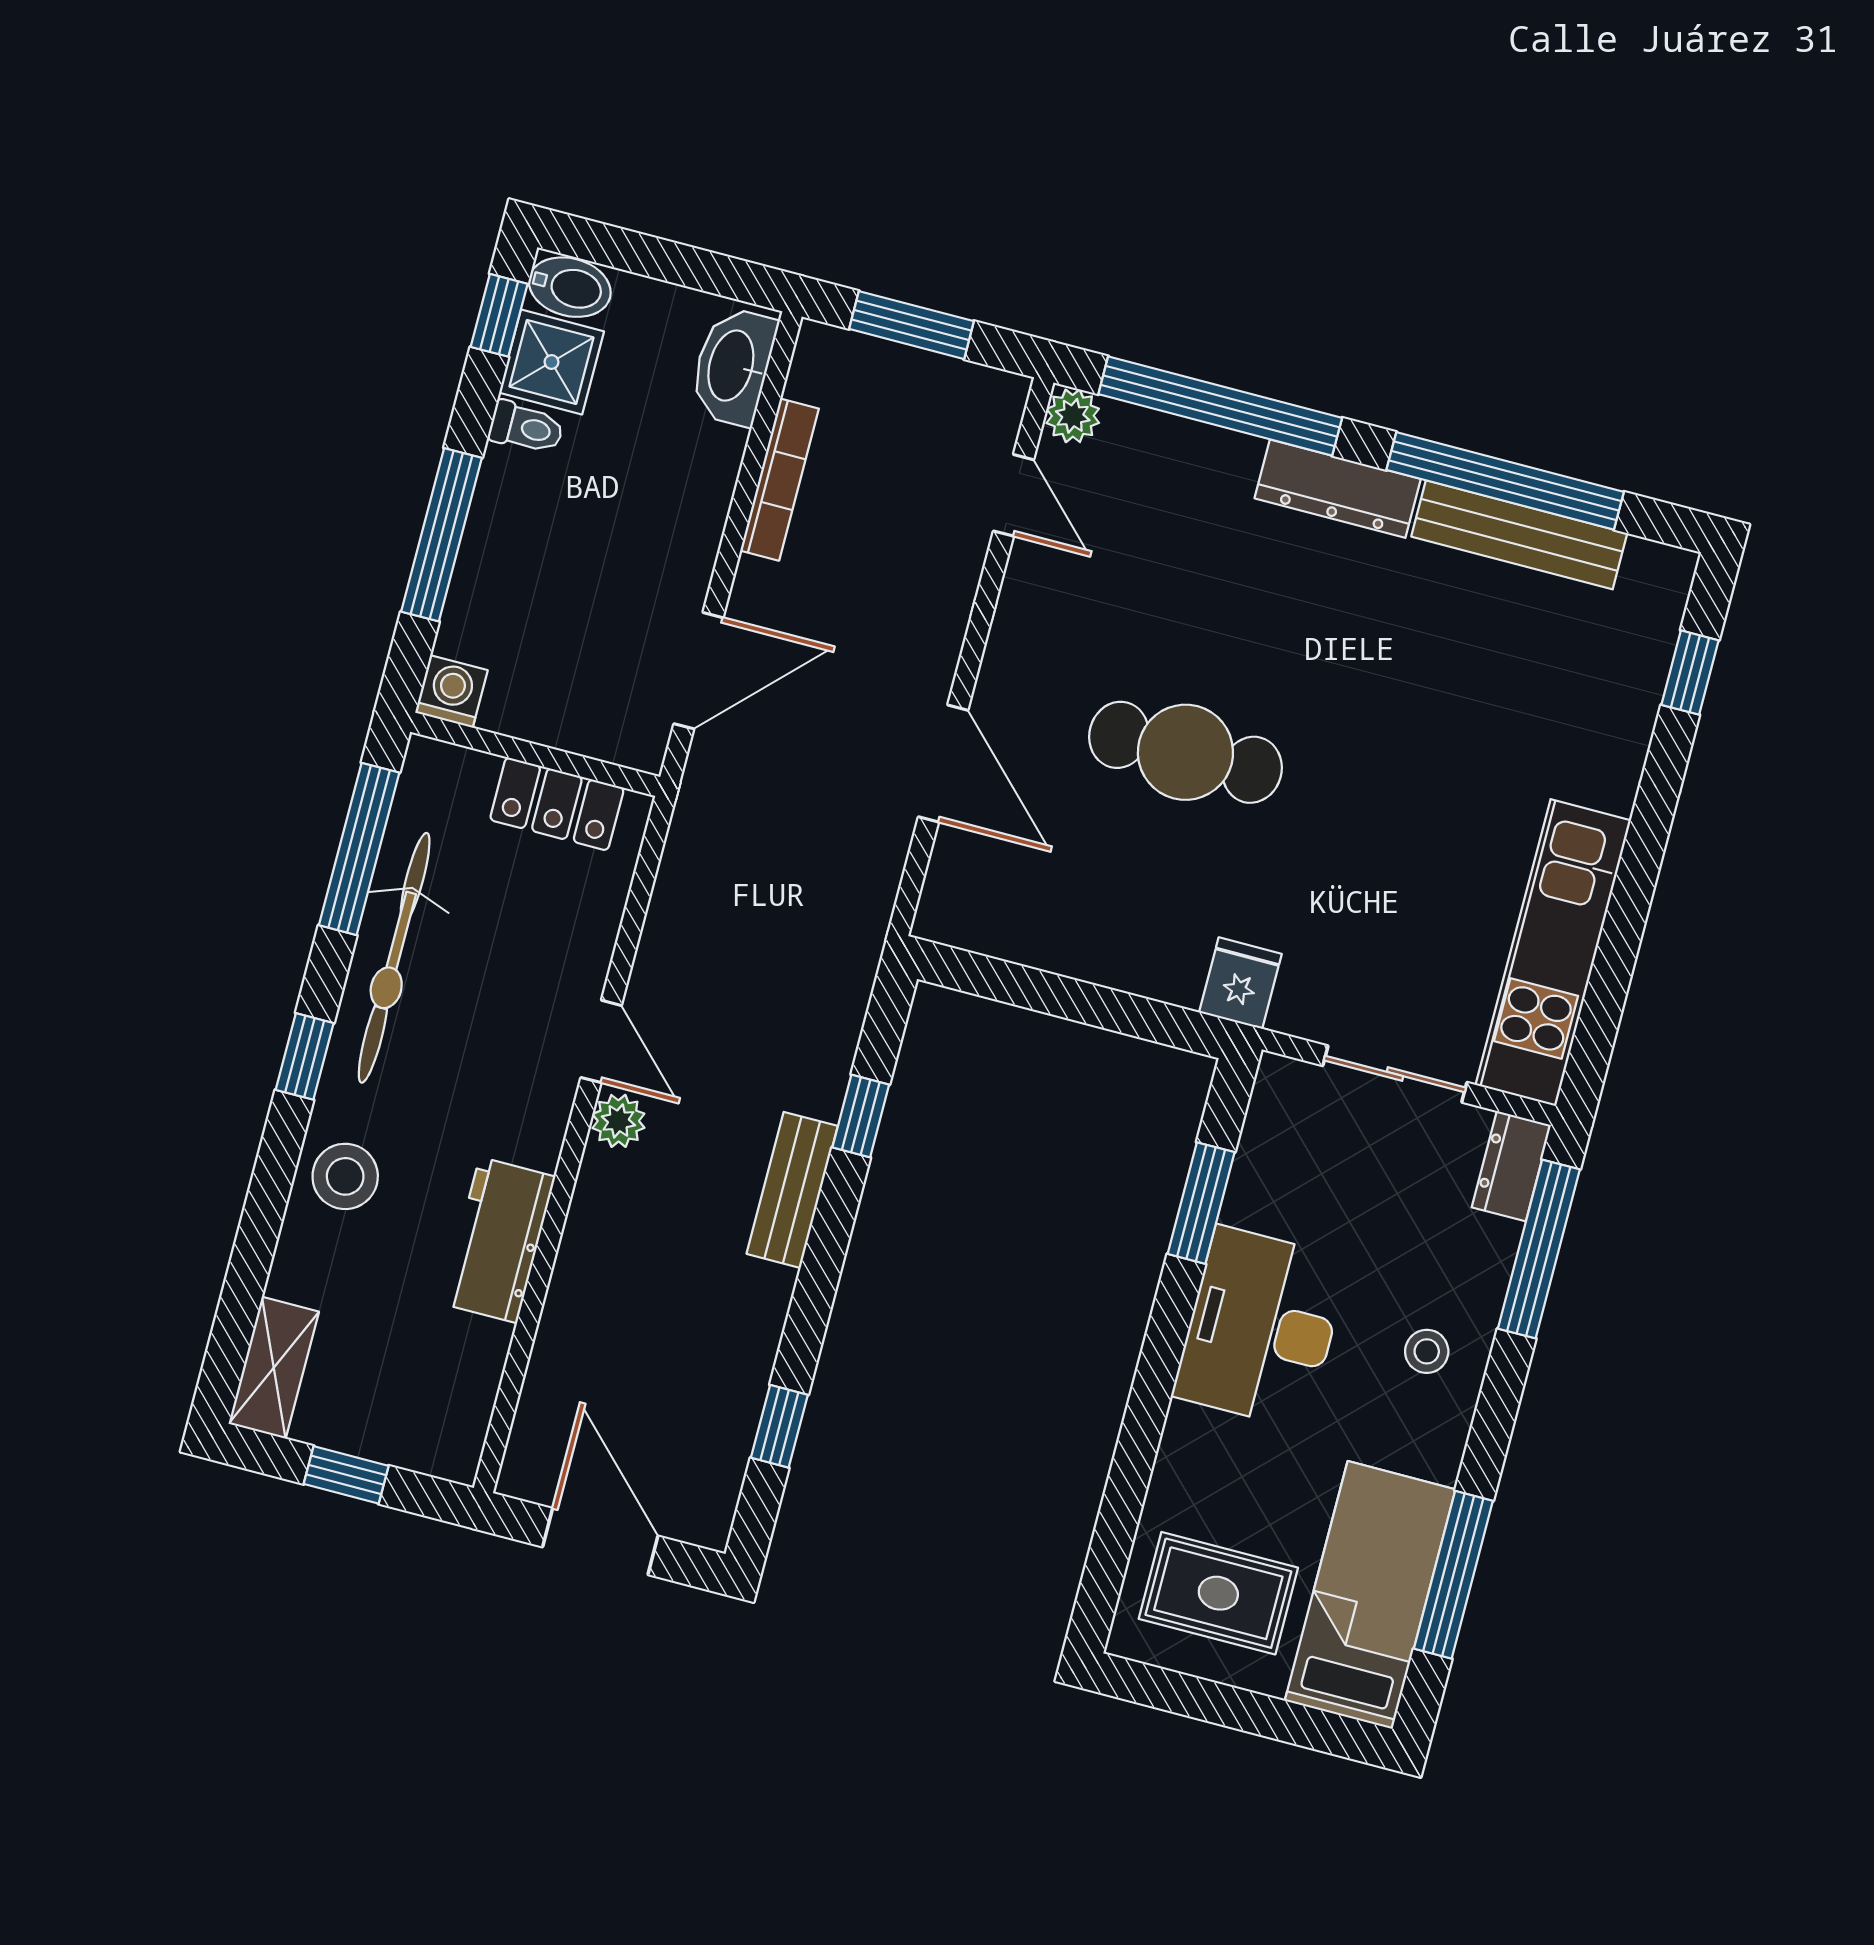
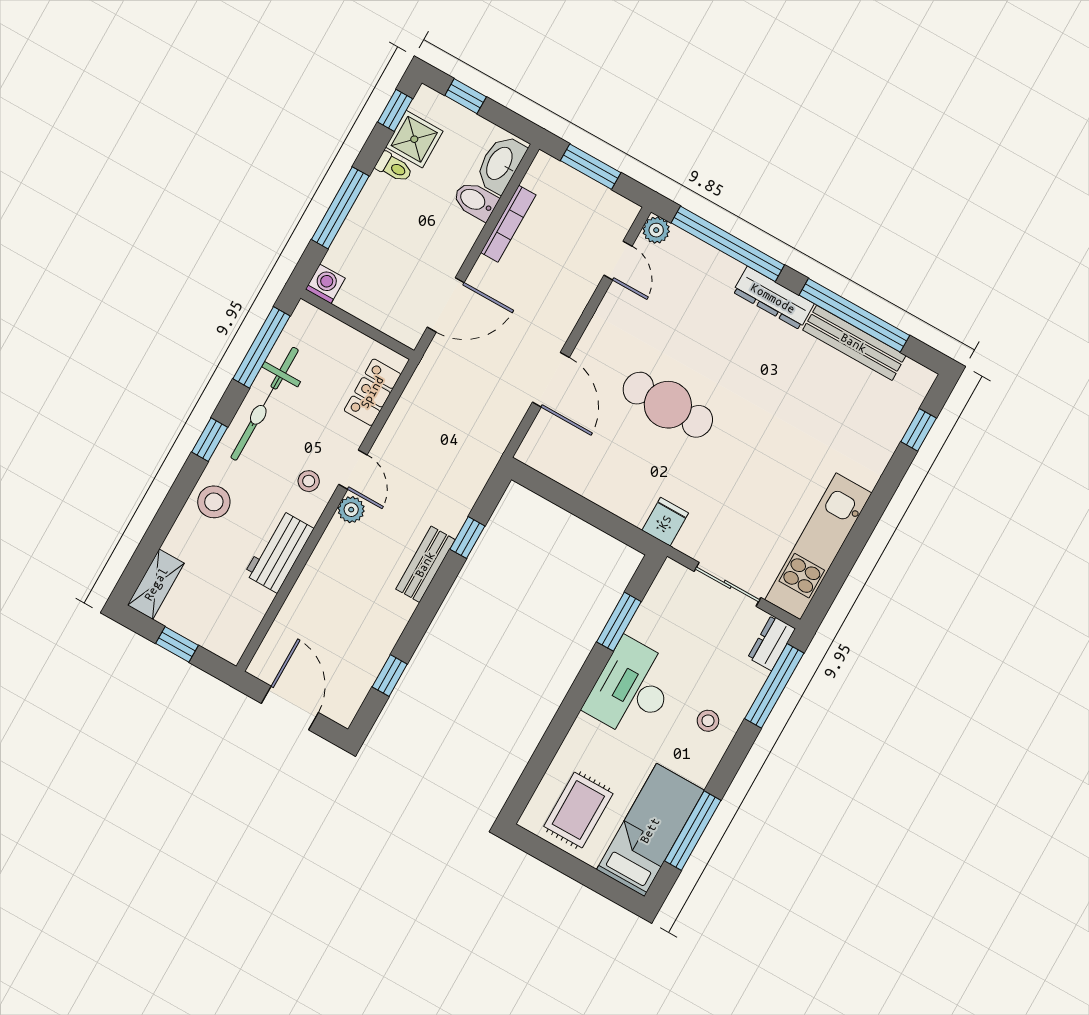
window: (630, 251) -> (466, 96), added
bidet: (570, 287) -> (475, 201), moved, turned 180
locker: (557, 804) -> (372, 392), moved, turned 90
stool: (520, 1087) -> (309, 481), added
rug: (1218, 1593) -> (578, 810), turned 90

